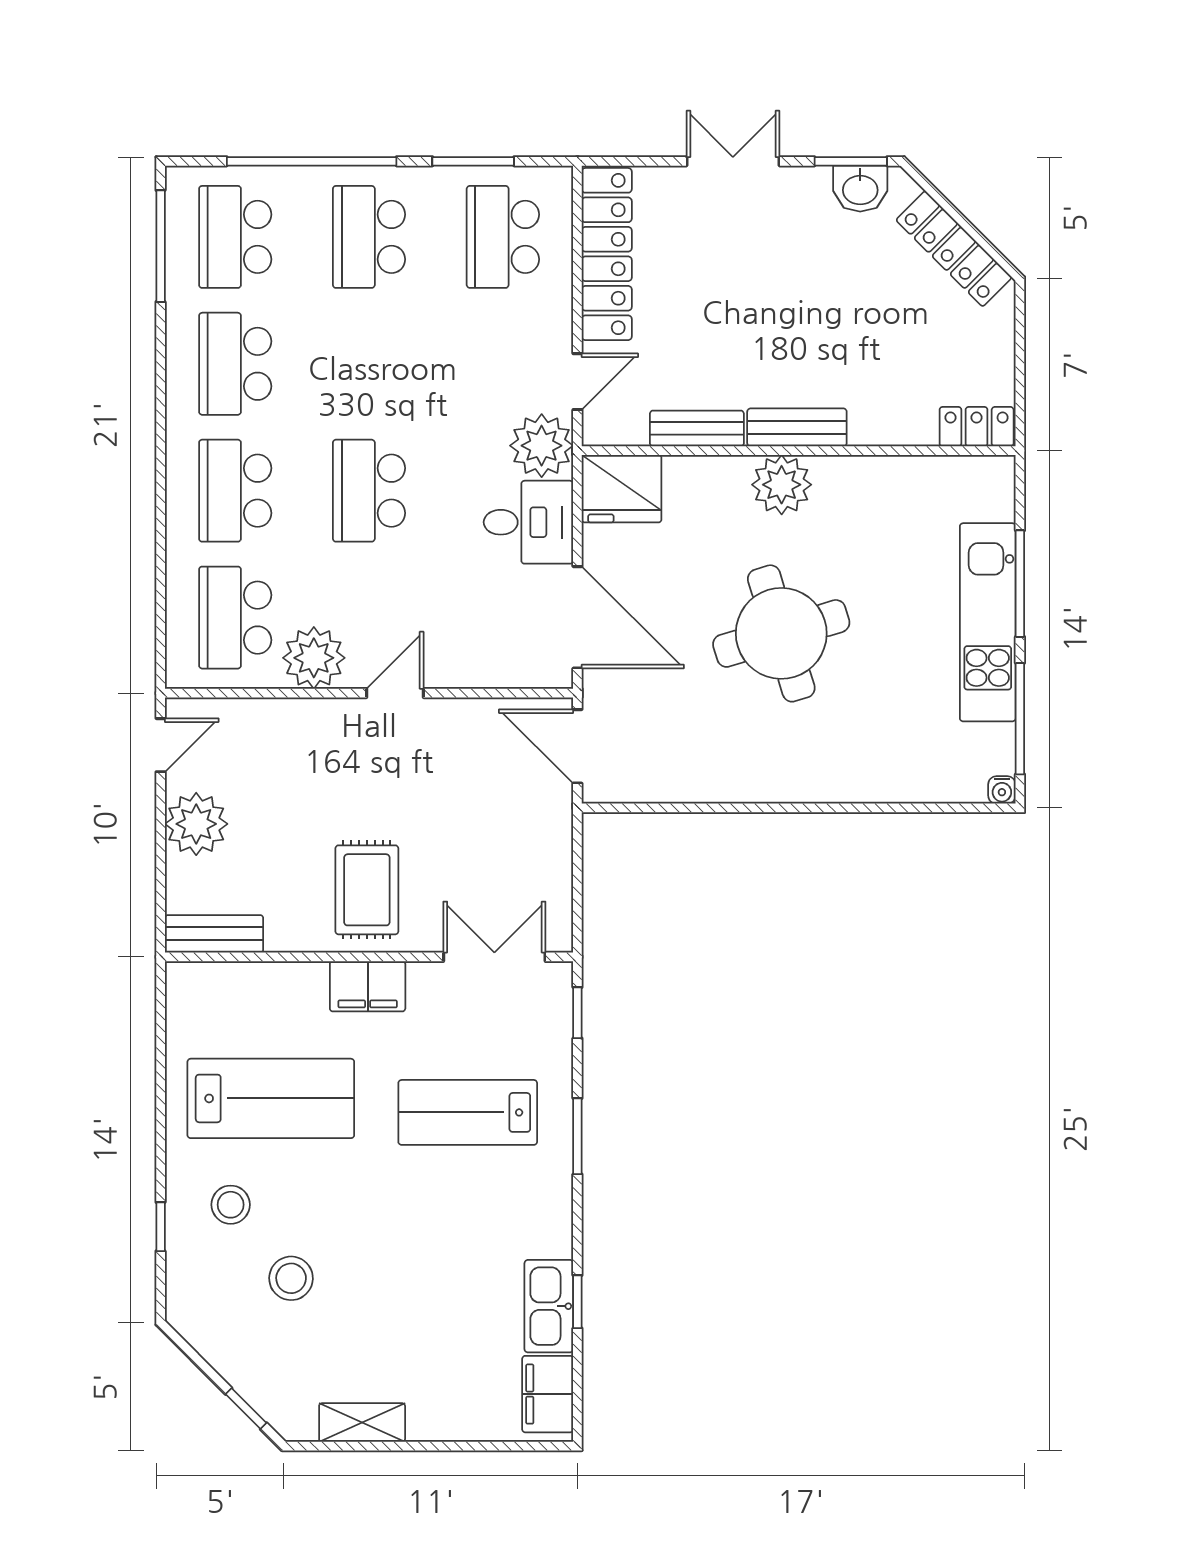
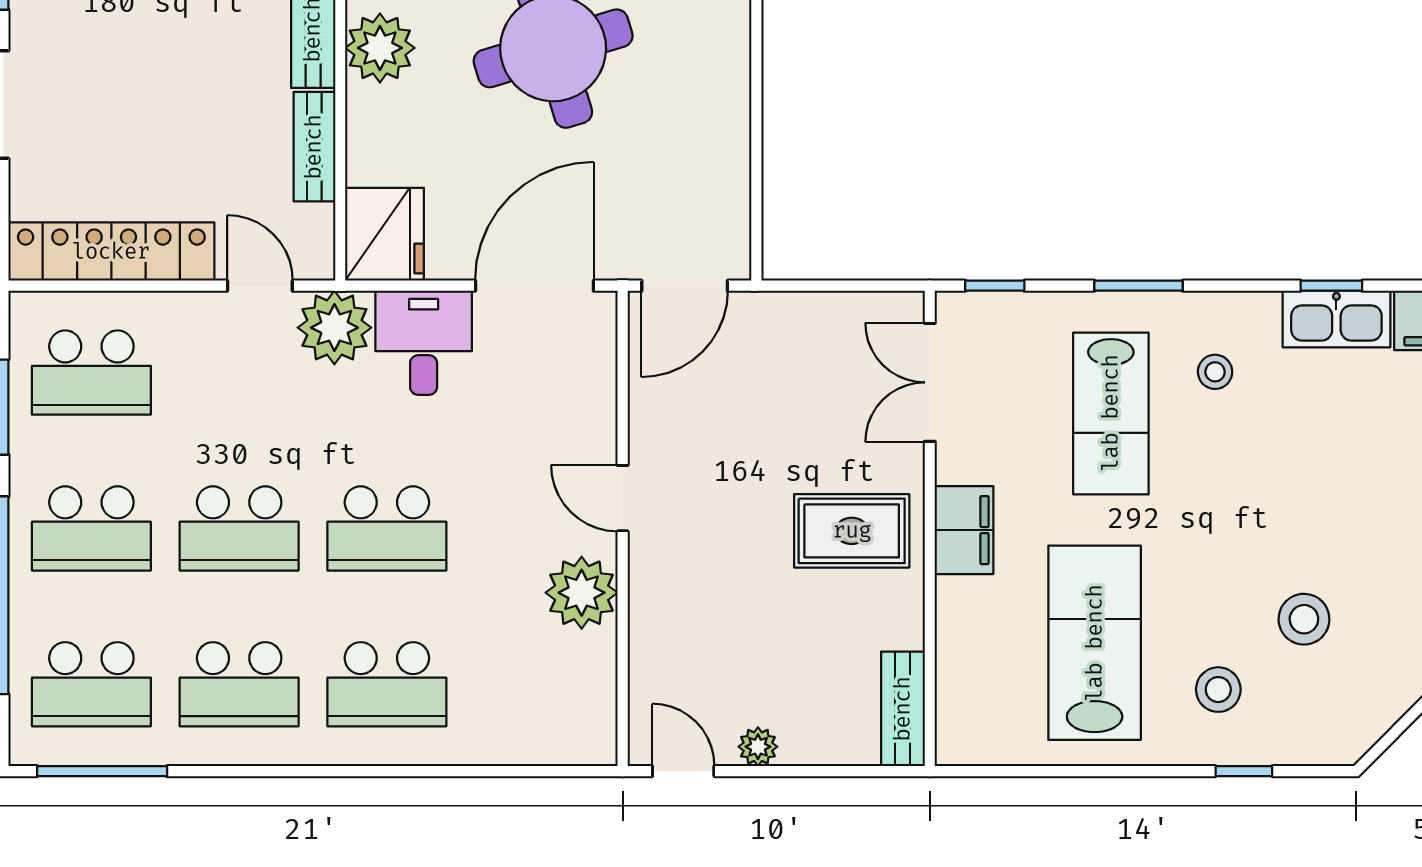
school desk: (235, 618) -> (239, 528), moved
plant: (196, 824) -> (758, 747), width x0.53, depth x0.53
stool: (503, 1202) -> (1215, 372), added

